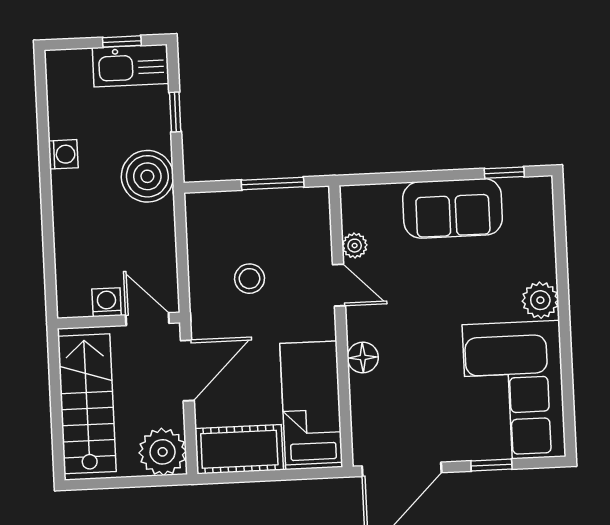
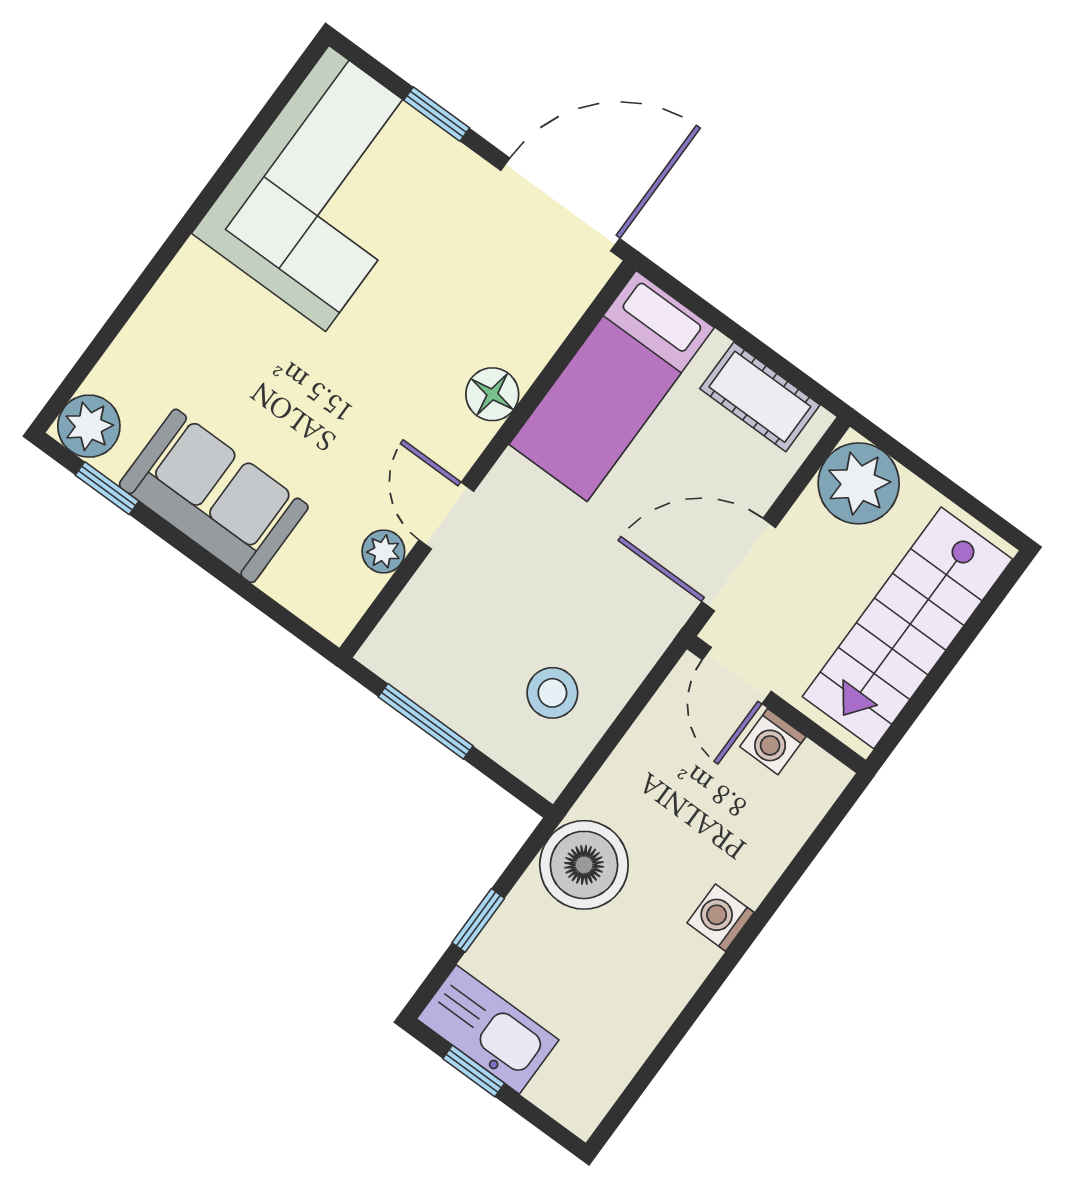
washing machine: (63, 154) -> (720, 918), moved
stool: (250, 279) -> (552, 693), moved
plant: (540, 300) -> (89, 426), moved
cot: (239, 449) -> (760, 397), width x0.73, depth x0.75

